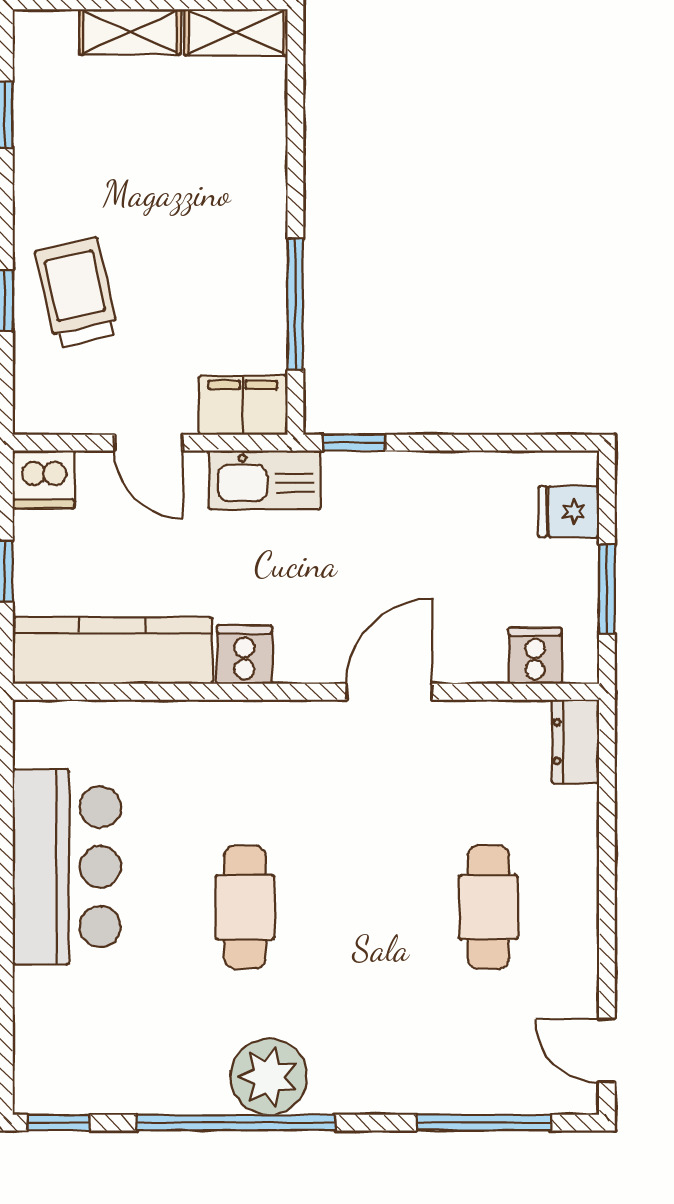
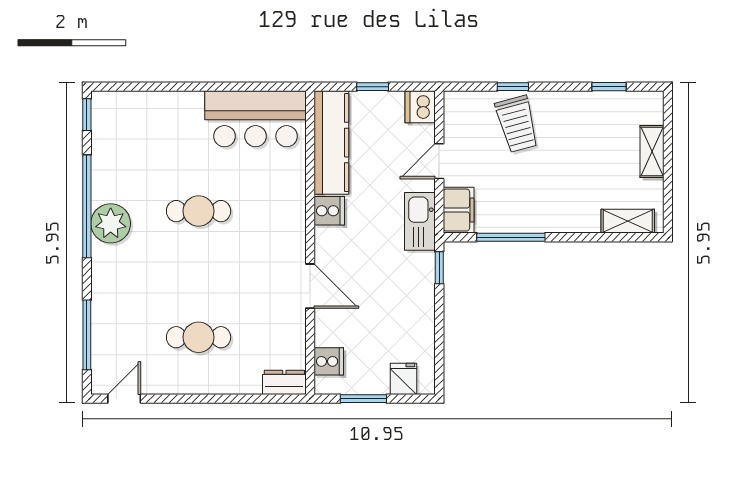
shelving: (236, 32) -> (628, 221), moved, turned 90
trolley: (77, 293) -> (517, 124), turned 88
bar counter: (67, 867) -> (256, 119), moved

